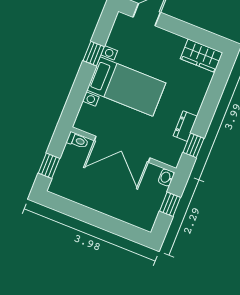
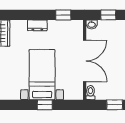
window: (94, 54) -> (45, 105), moved
dresser: (185, 126) -> (37, 25), moved

